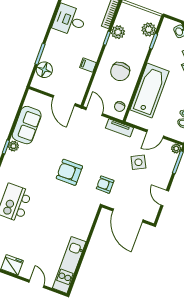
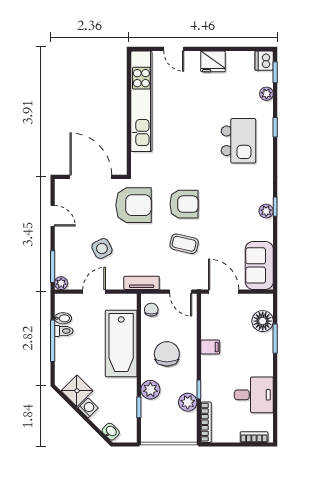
plant: (149, 29) -> (150, 390), moved
sofa: (27, 125) -> (259, 265), moved
coffee table: (80, 144) -> (184, 244), added
armchair: (105, 185) -> (133, 205), width x1.88, depth x1.88
kitchen unit: (69, 265) -> (141, 101), width x1.36

